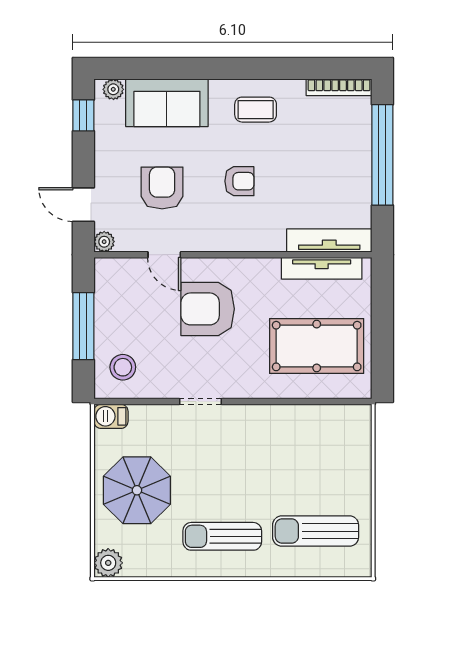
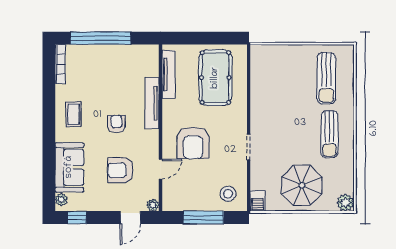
tv unit: (329, 240) -> (152, 103), moved

